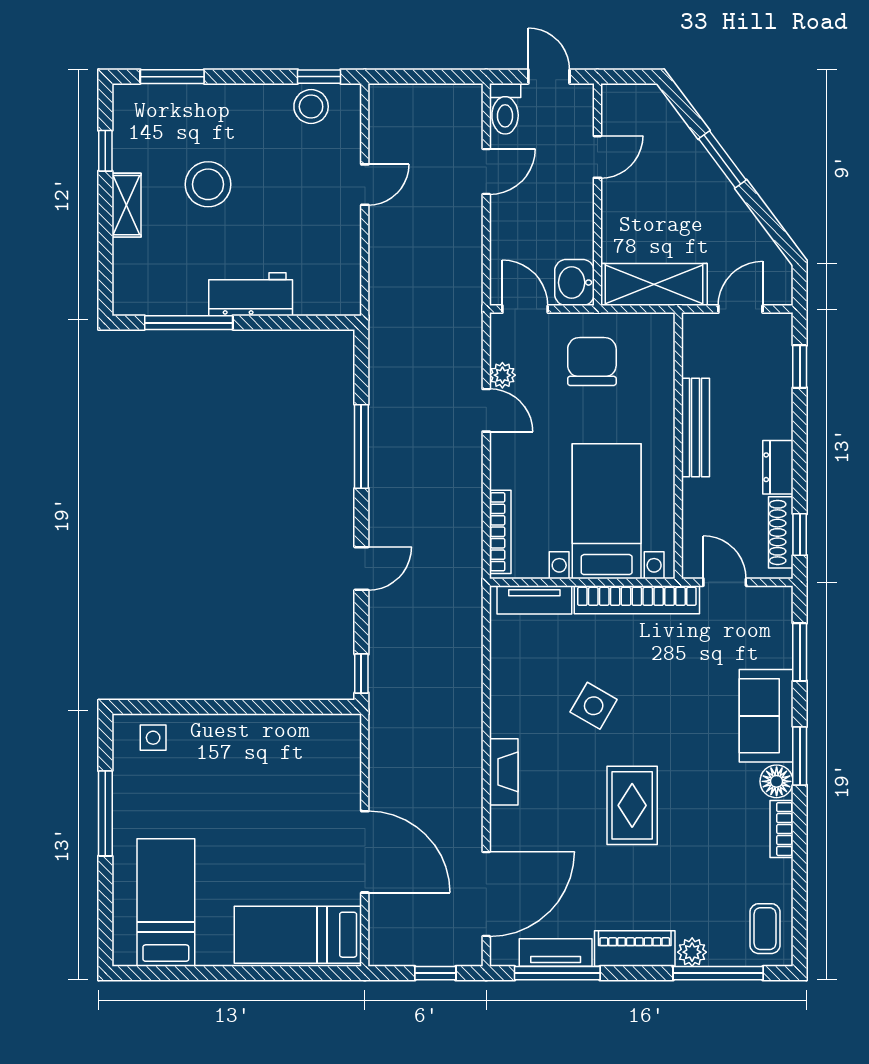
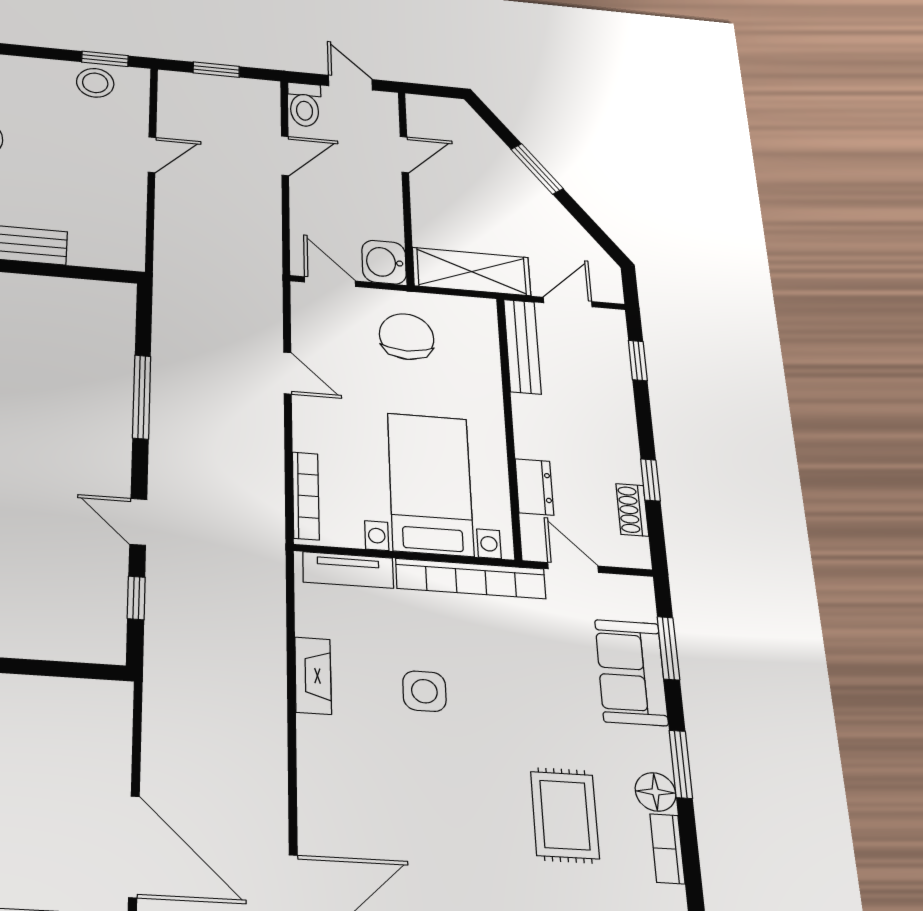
window: (423, 77) -> (216, 70), added
plant: (502, 375) -> (306, 341), removed
bench: (696, 427) -> (522, 346), moved
dresser: (778, 467) -> (534, 487), moved, turned 180
shoe rack: (781, 532) -> (632, 510), width x0.70
window: (800, 535) -> (650, 480), moved
door: (361, 569) -> (138, 522), swing flipped
window: (361, 674) -> (136, 598), moved
side table: (594, 706) -> (424, 691), turned -30
sofa: (766, 716) -> (631, 672), moved
fireplace: (504, 772) -> (313, 676), moved
rug: (632, 805) -> (565, 815), moved

